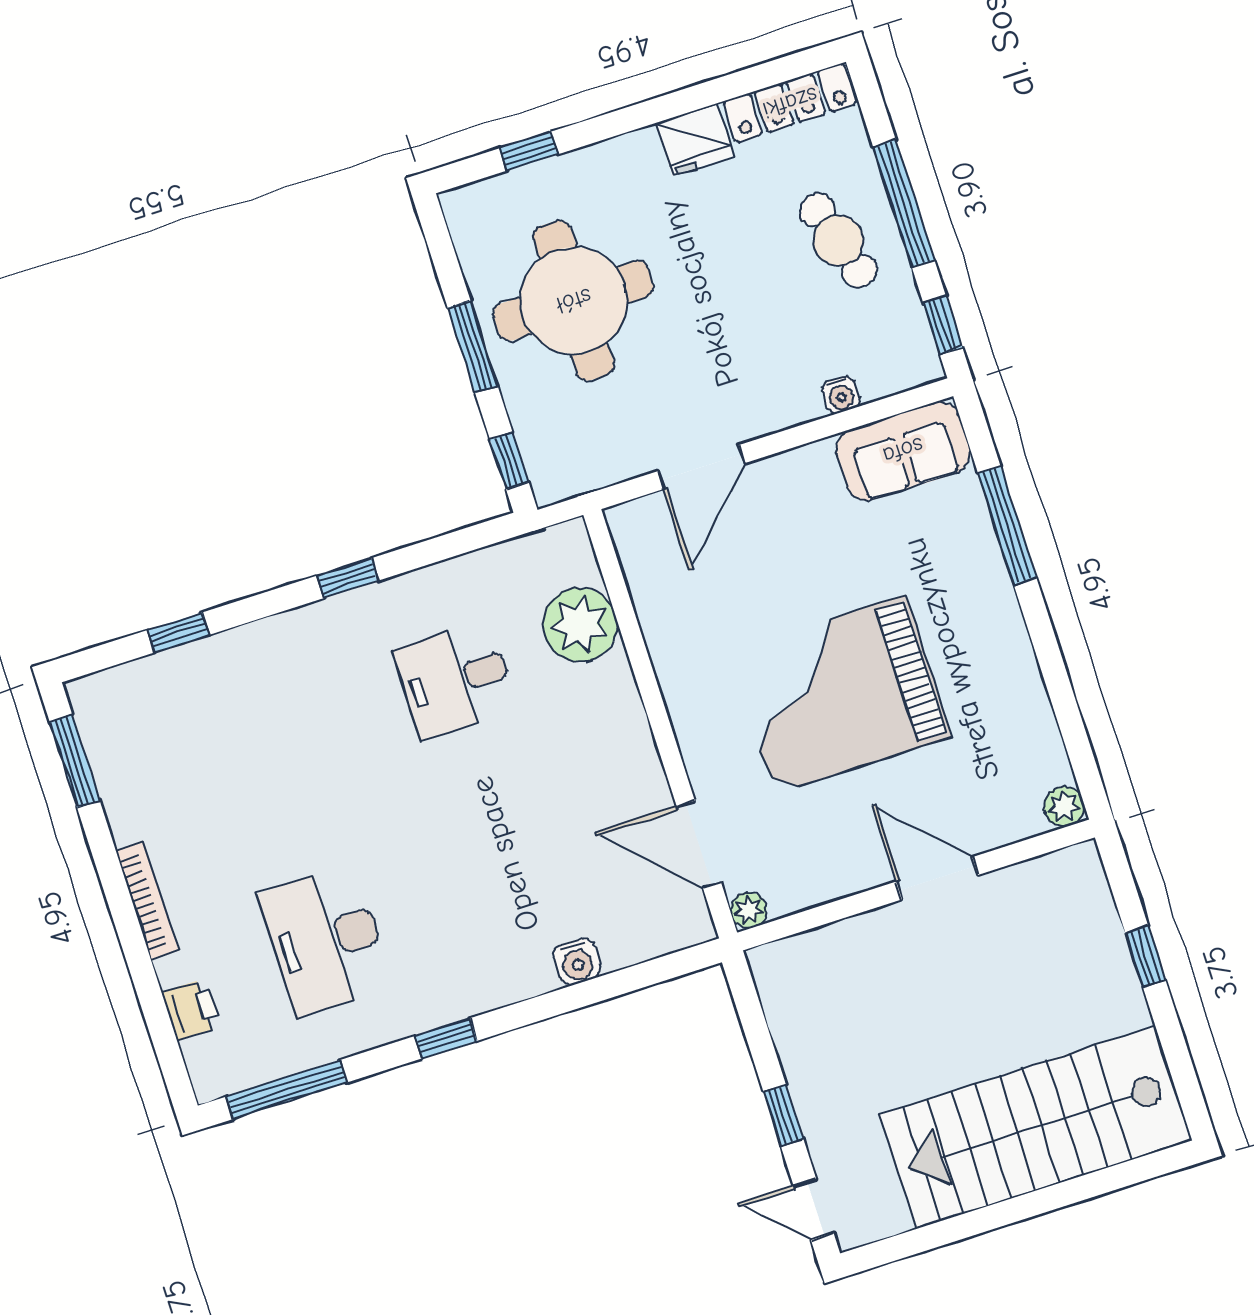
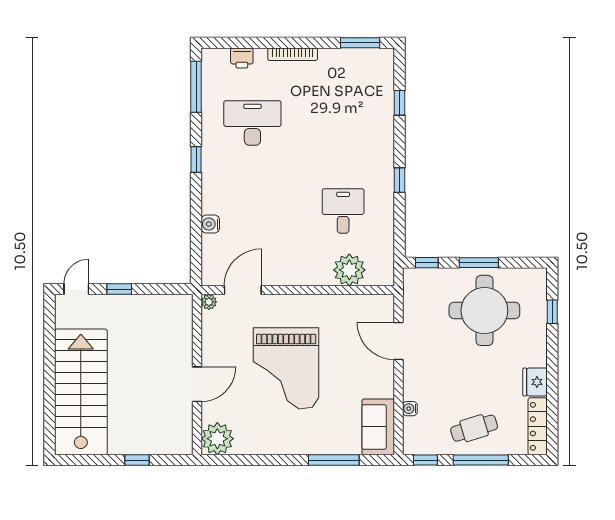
grand piano: (840, 694) -> (286, 368), turned 180
plant: (1064, 807) -> (217, 439), width x1.87, depth x1.87

